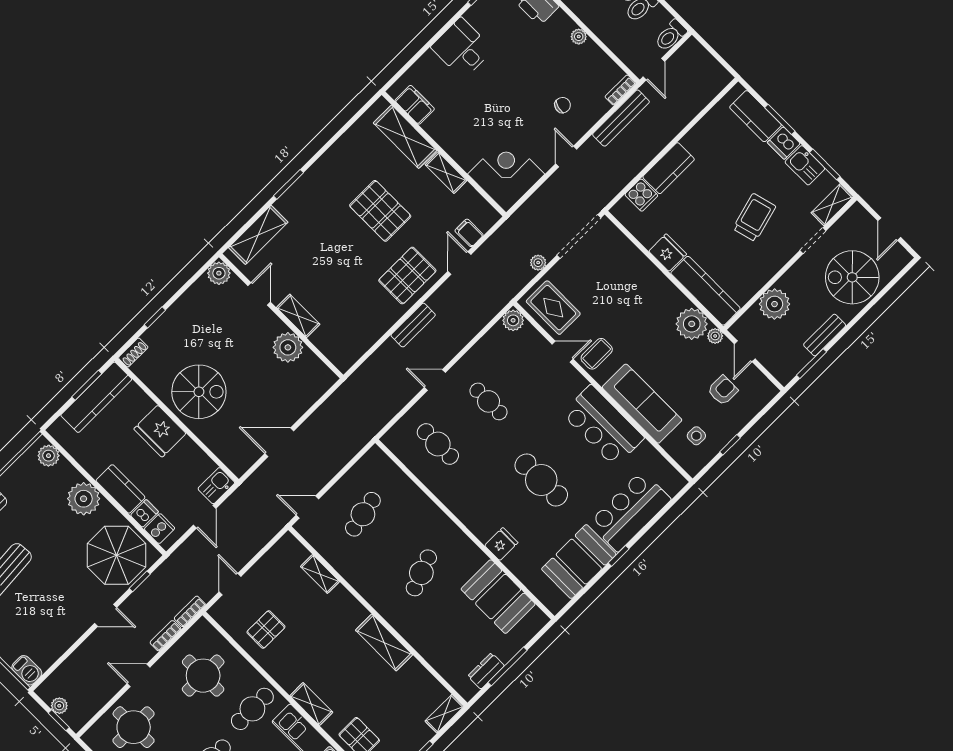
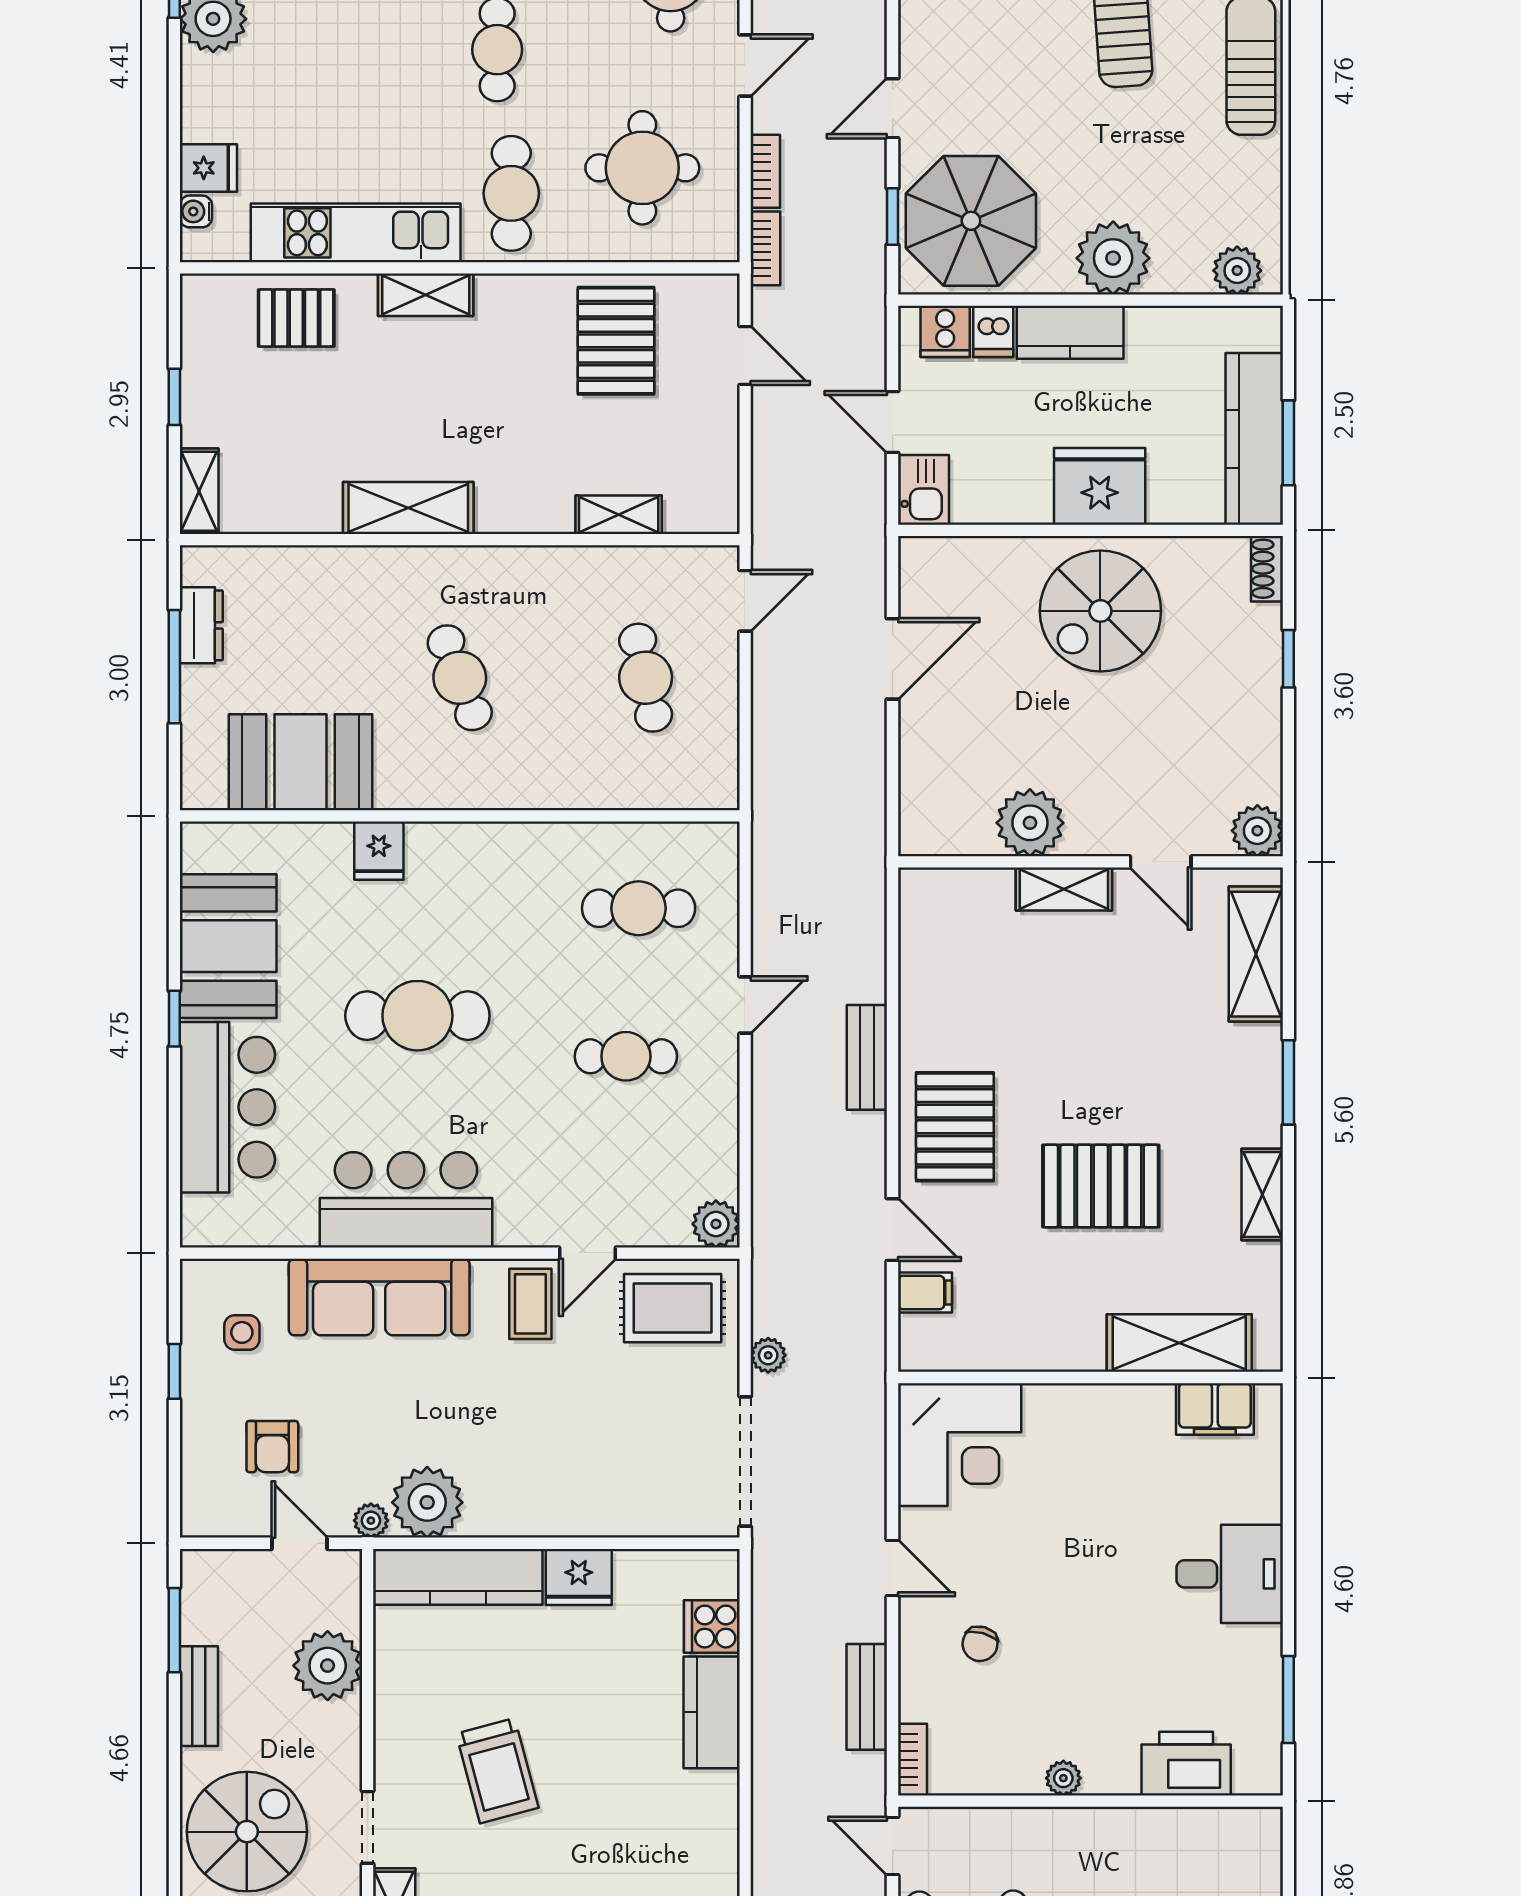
bench: (621, 118) -> (867, 1697), width x0.73
shelving: (446, 173) -> (1262, 1194), moved, turned 90
pallet: (266, 629) -> (616, 341), width x1.50, depth x1.42

